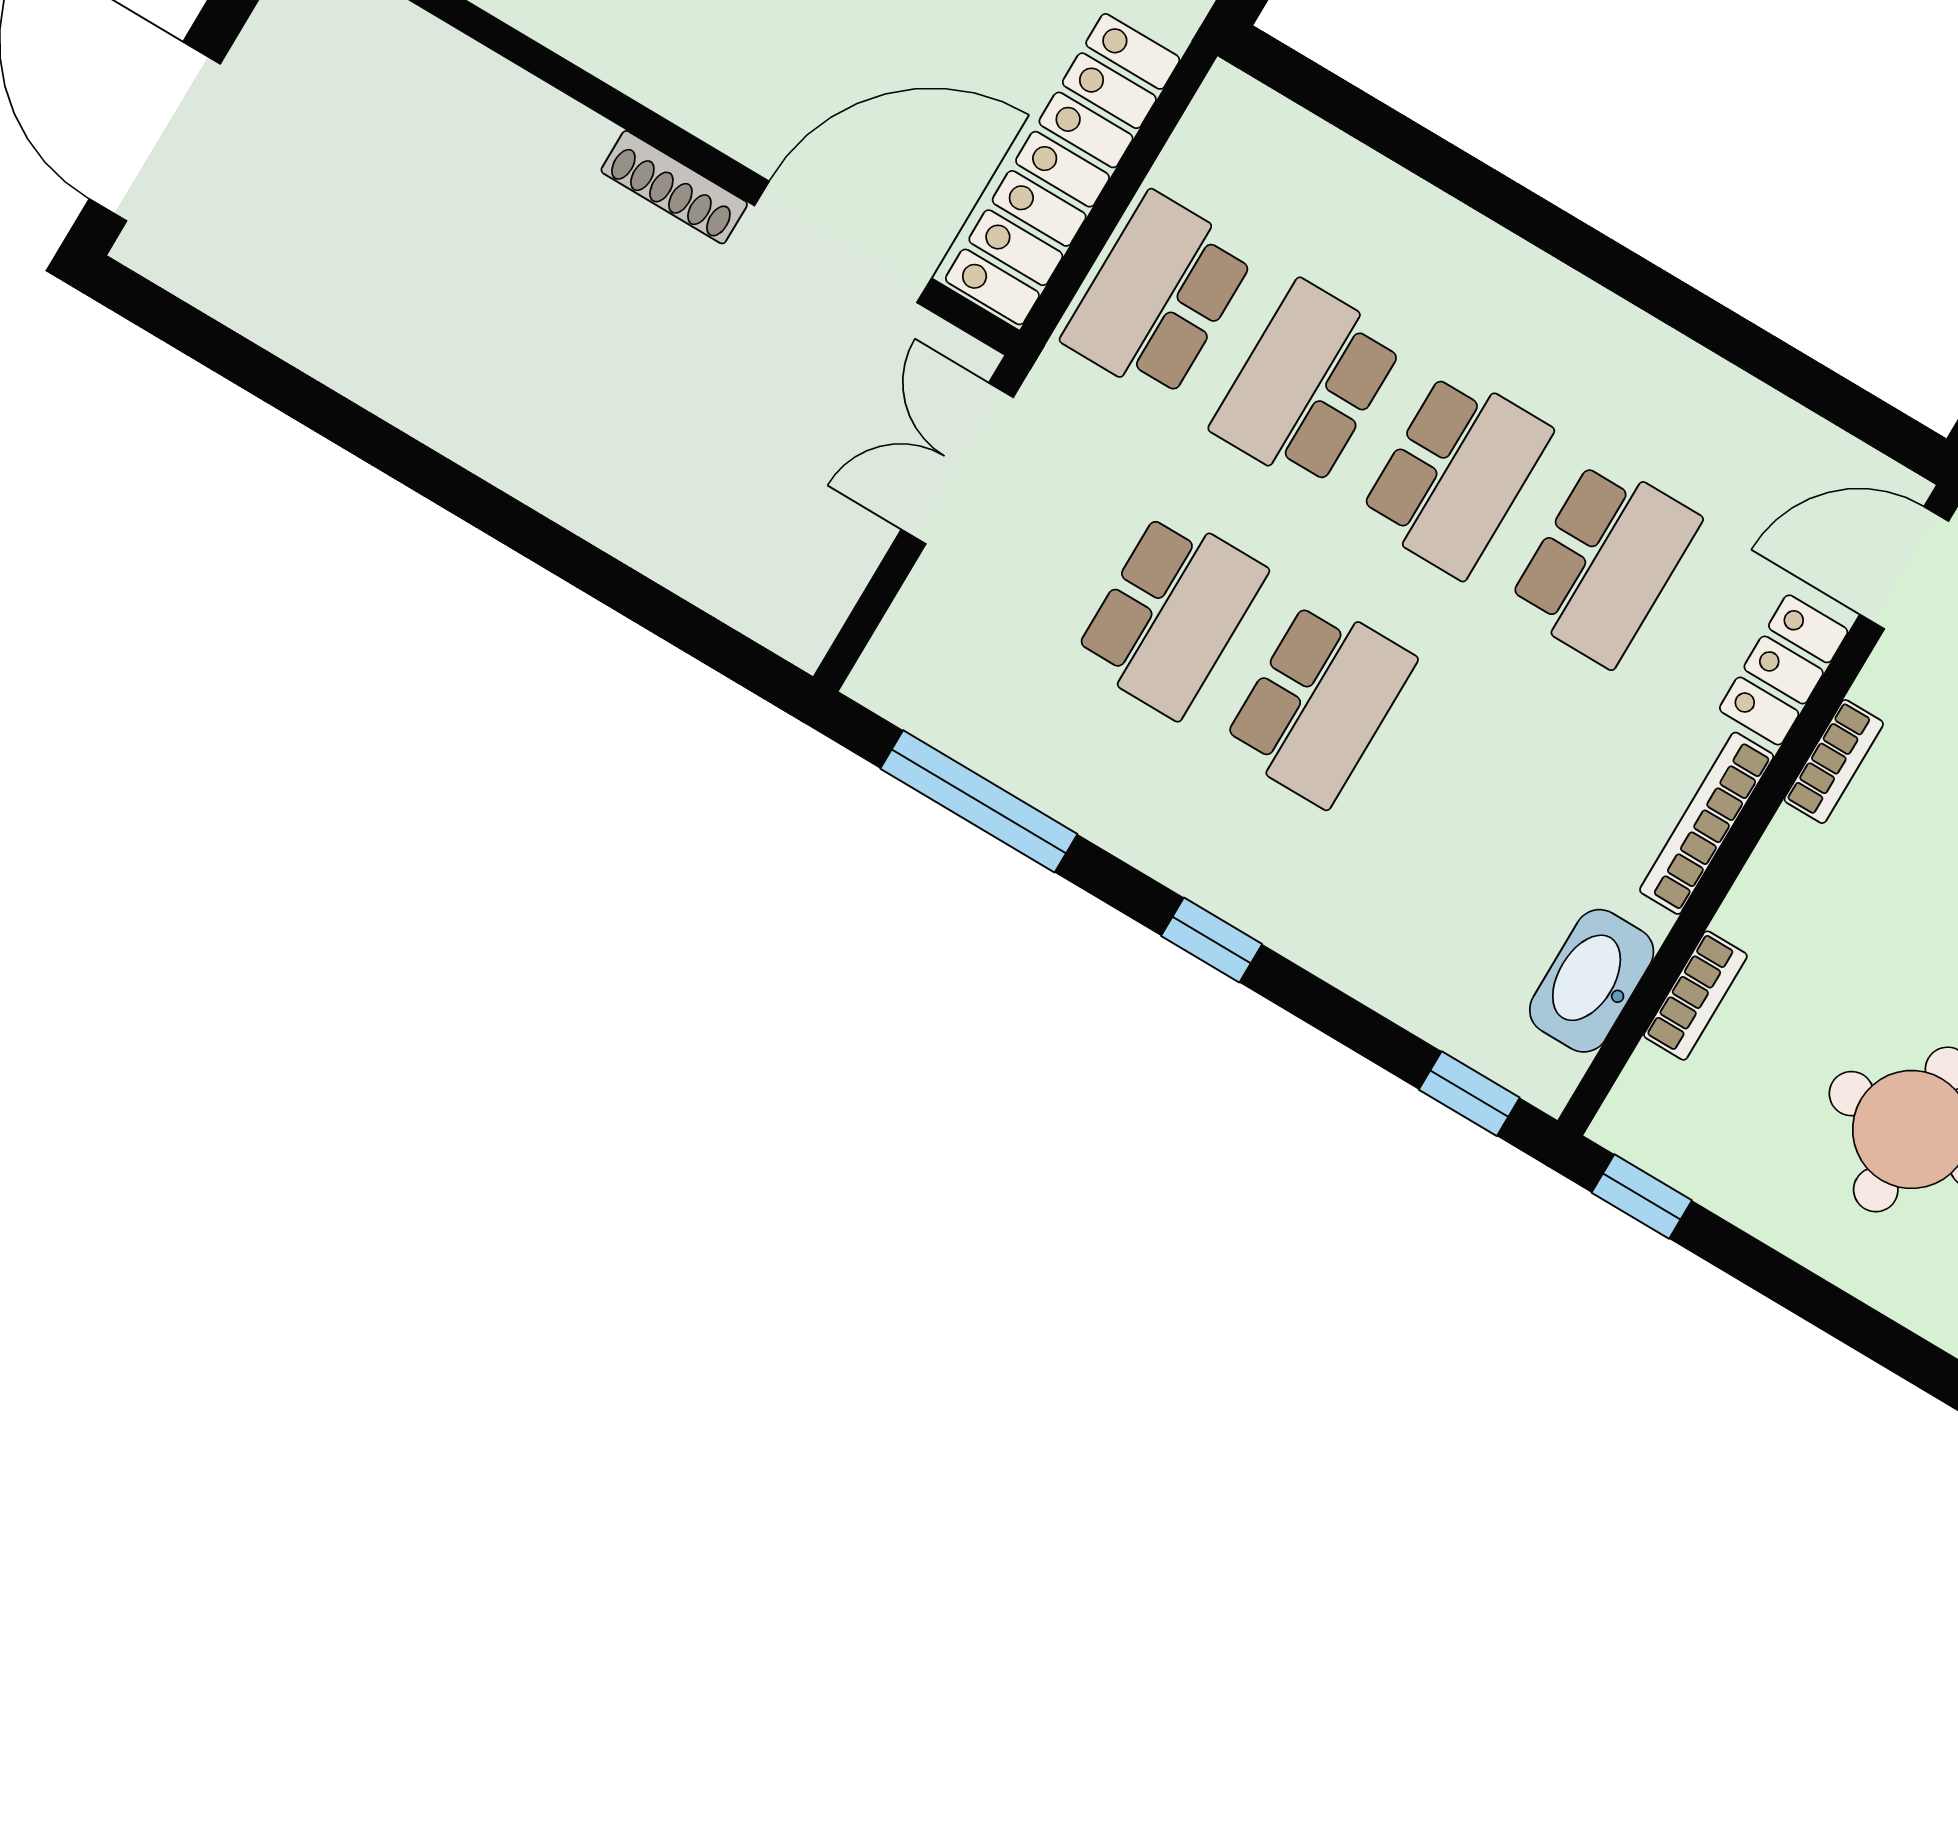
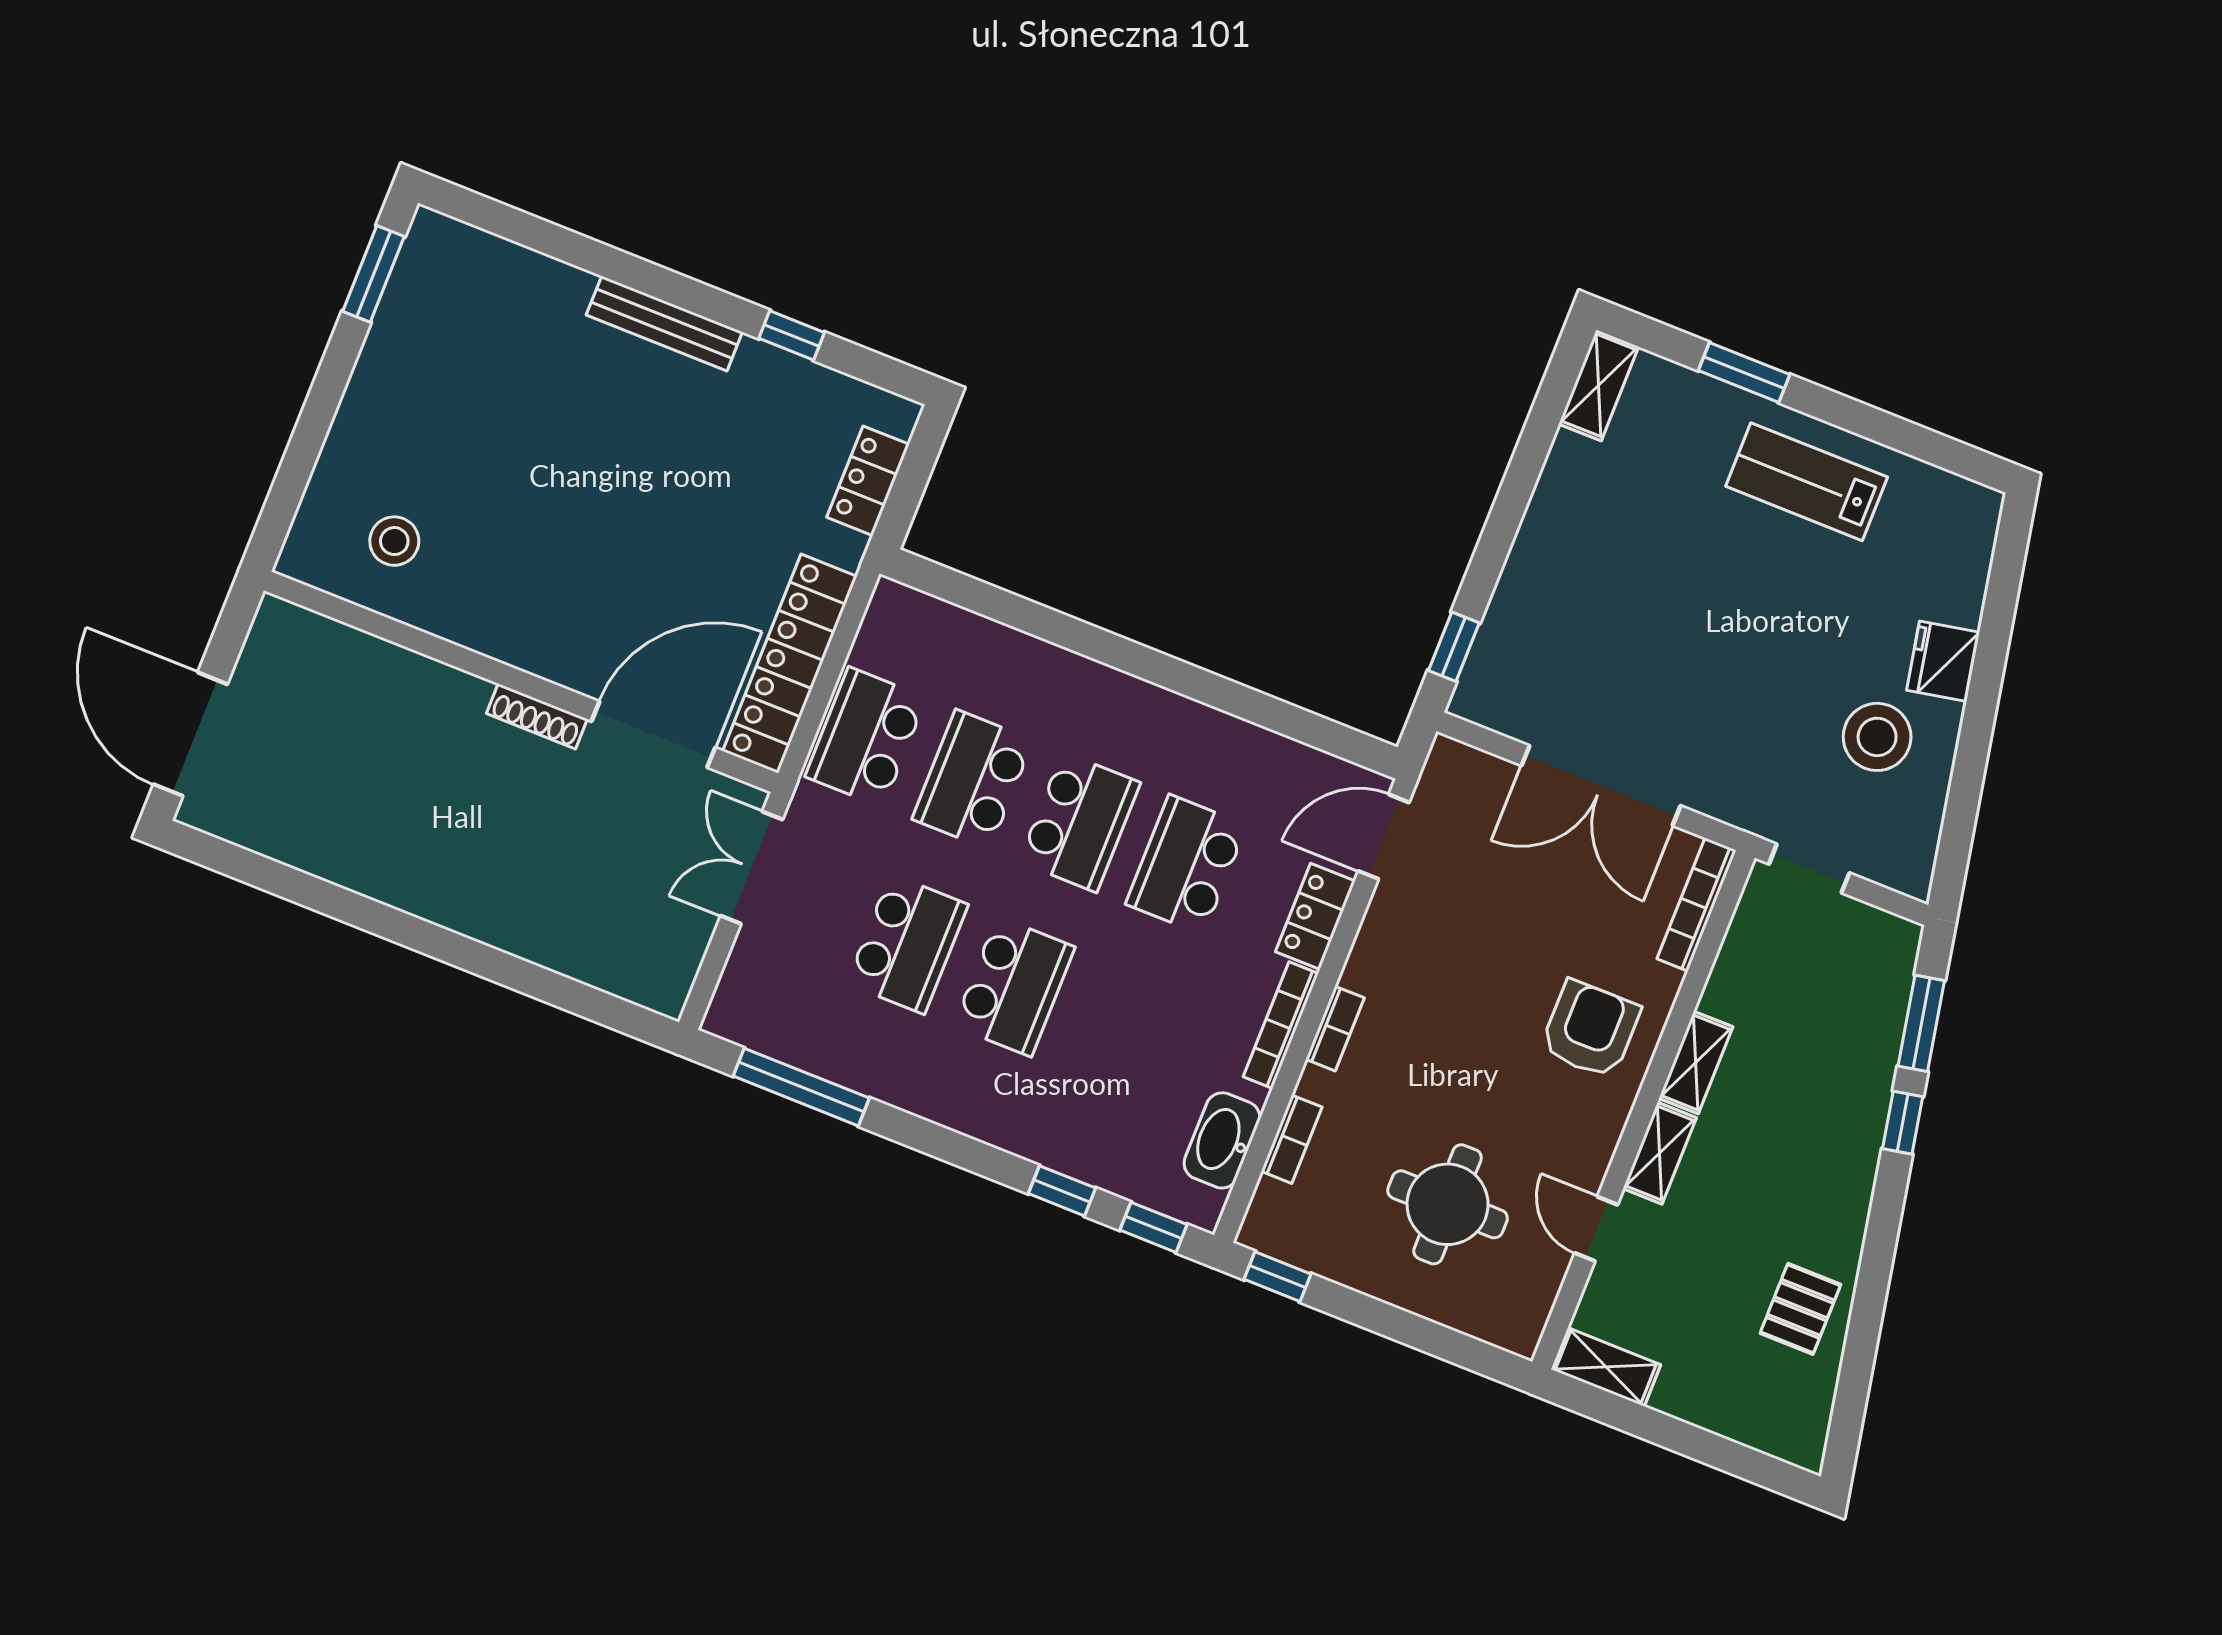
school desk: (1604, 562) -> (1186, 865), turned 180
bookcase: (1834, 762) -> (1335, 1029), moved
window: (1212, 940) -> (1062, 1191), moved

